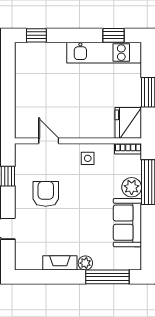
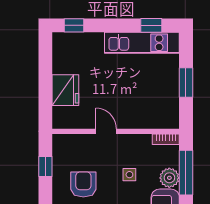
fridge: (128, 123) -> (65, 90), moved, turned 180
door: (49, 141) -> (106, 131), moved
side table: (88, 158) -> (129, 175), moved

